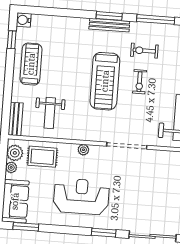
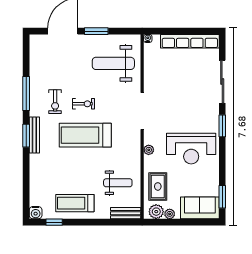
treadmill: (105, 81) -> (85, 135), turned 180
reception desk: (81, 197) -> (191, 149), turned -90

